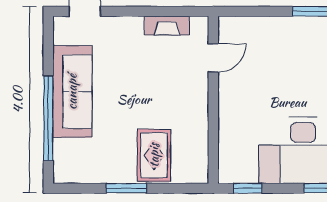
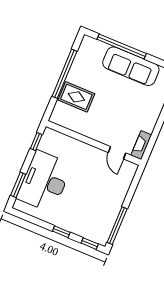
fireplace: (167, 26) -> (141, 145), moved
window: (126, 188) -> (64, 74), width x2.11

